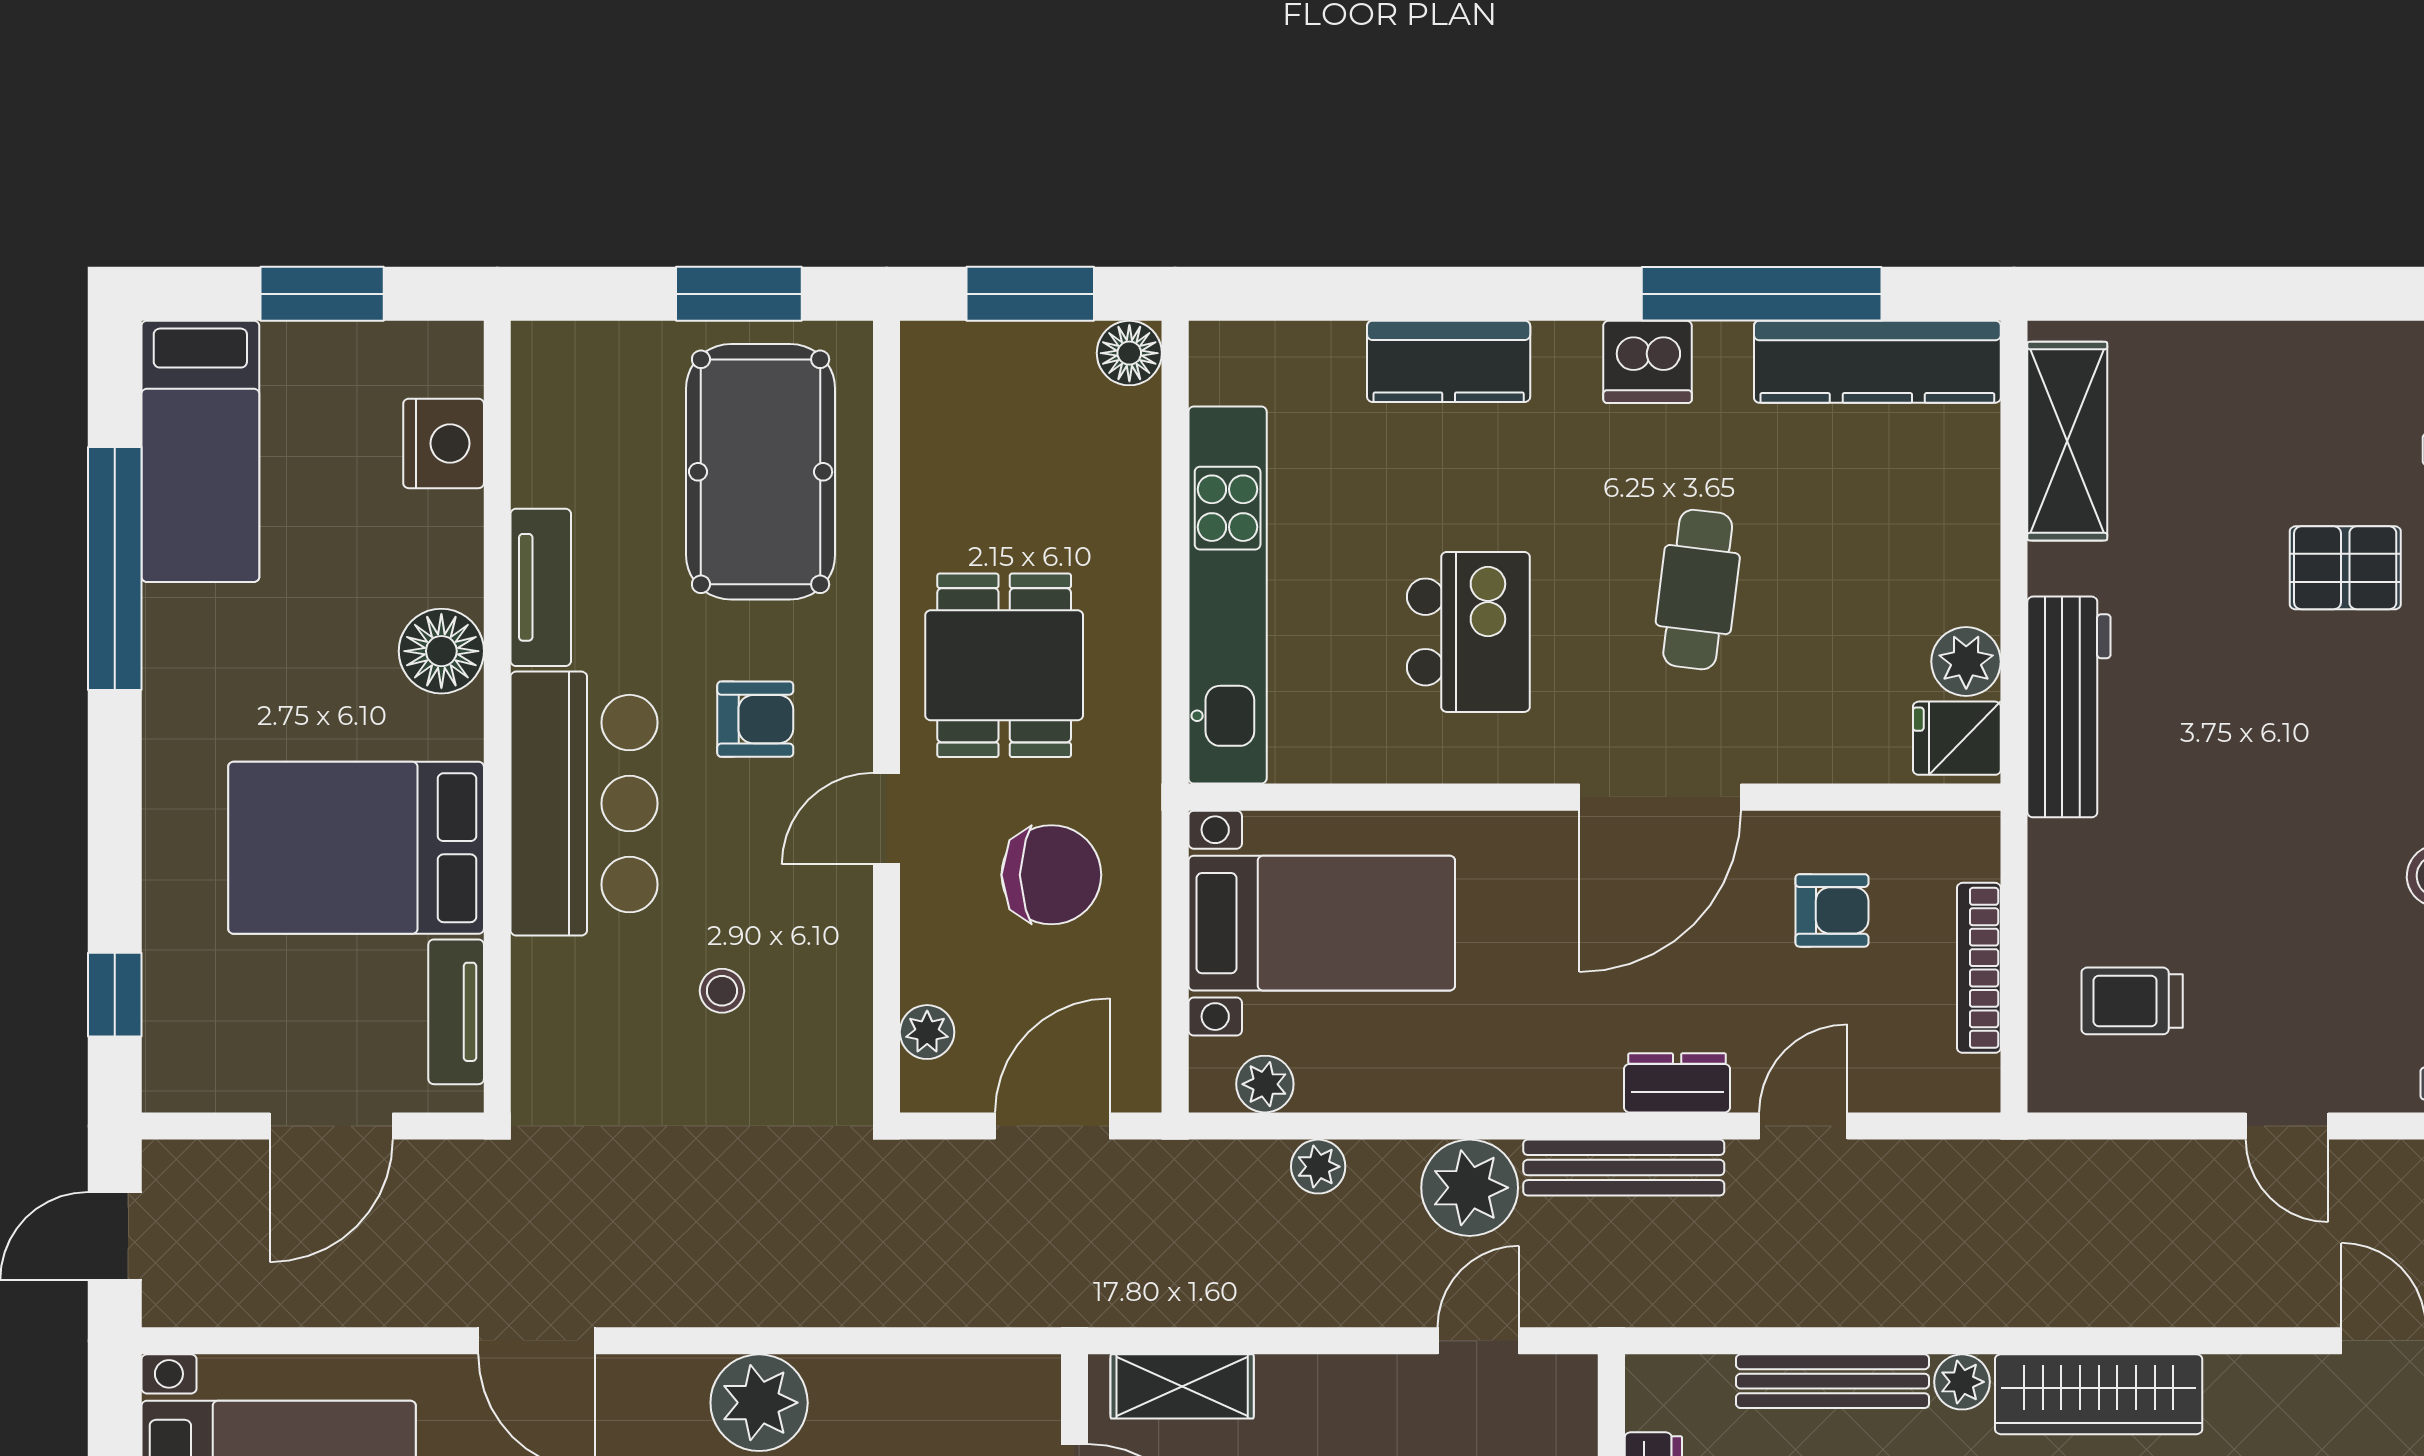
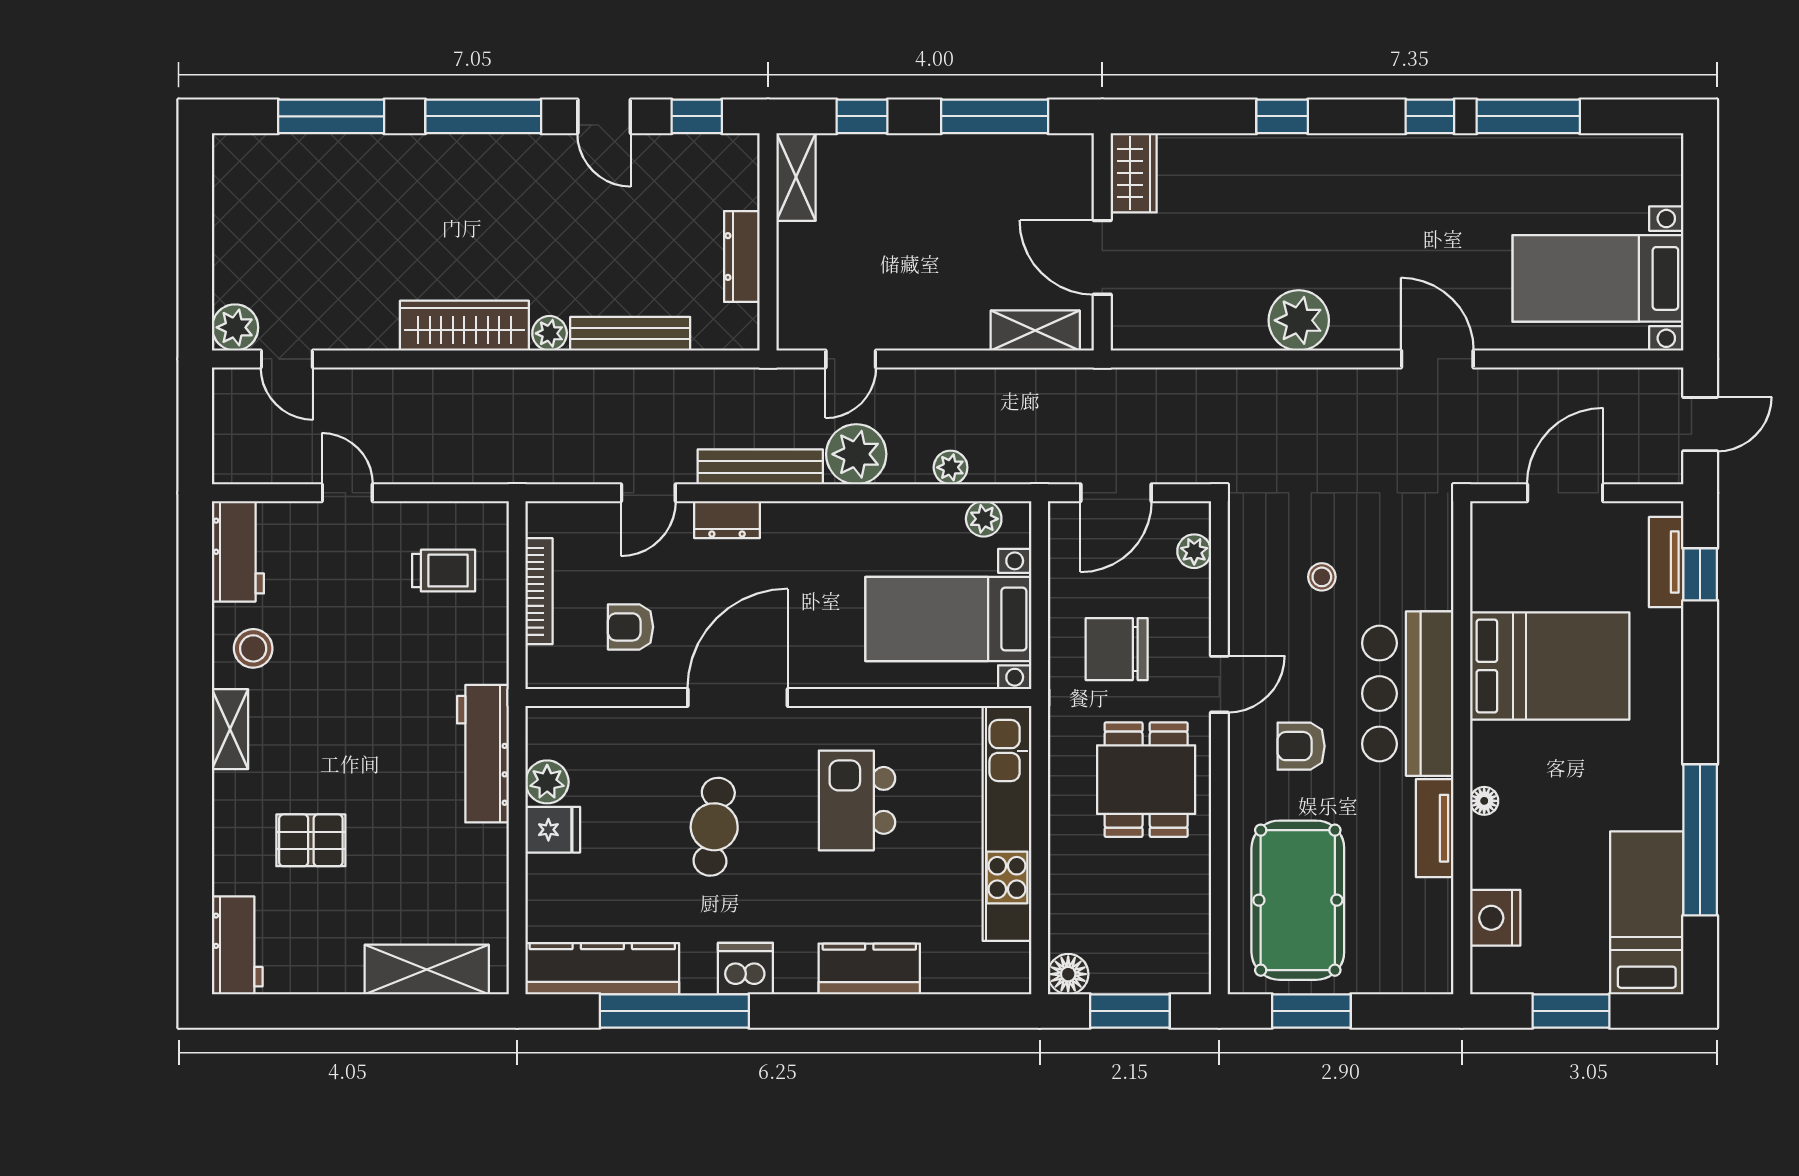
shelving: (2067, 441) -> (427, 969), moved, turned 90
floor lamp: (441, 651) -> (1484, 801), width x0.53, depth x0.53
fridge: (1957, 738) -> (553, 830), moved
tv unit: (456, 1012) -> (1666, 562), moved, turned 180

